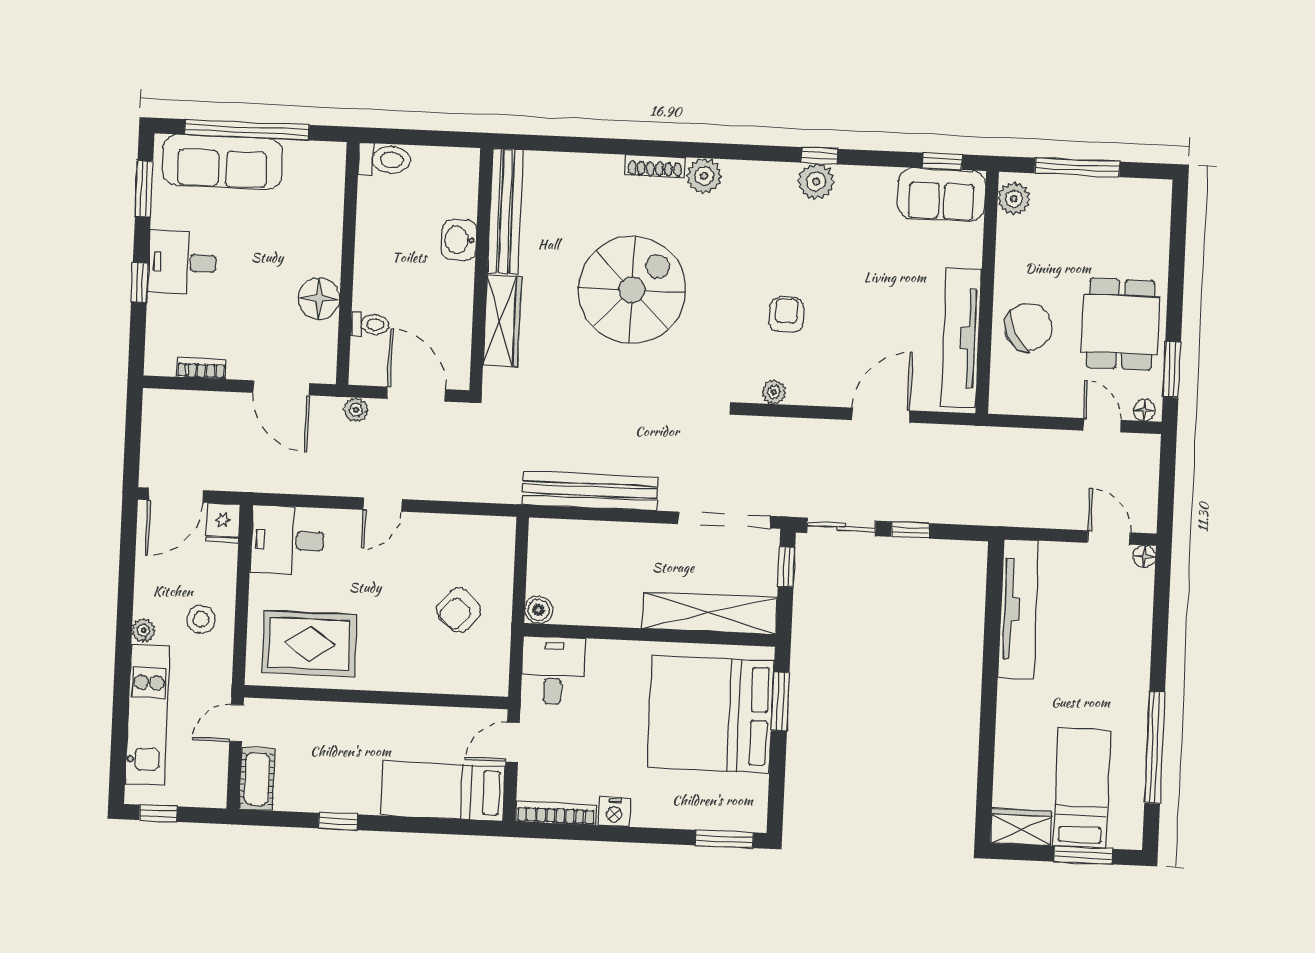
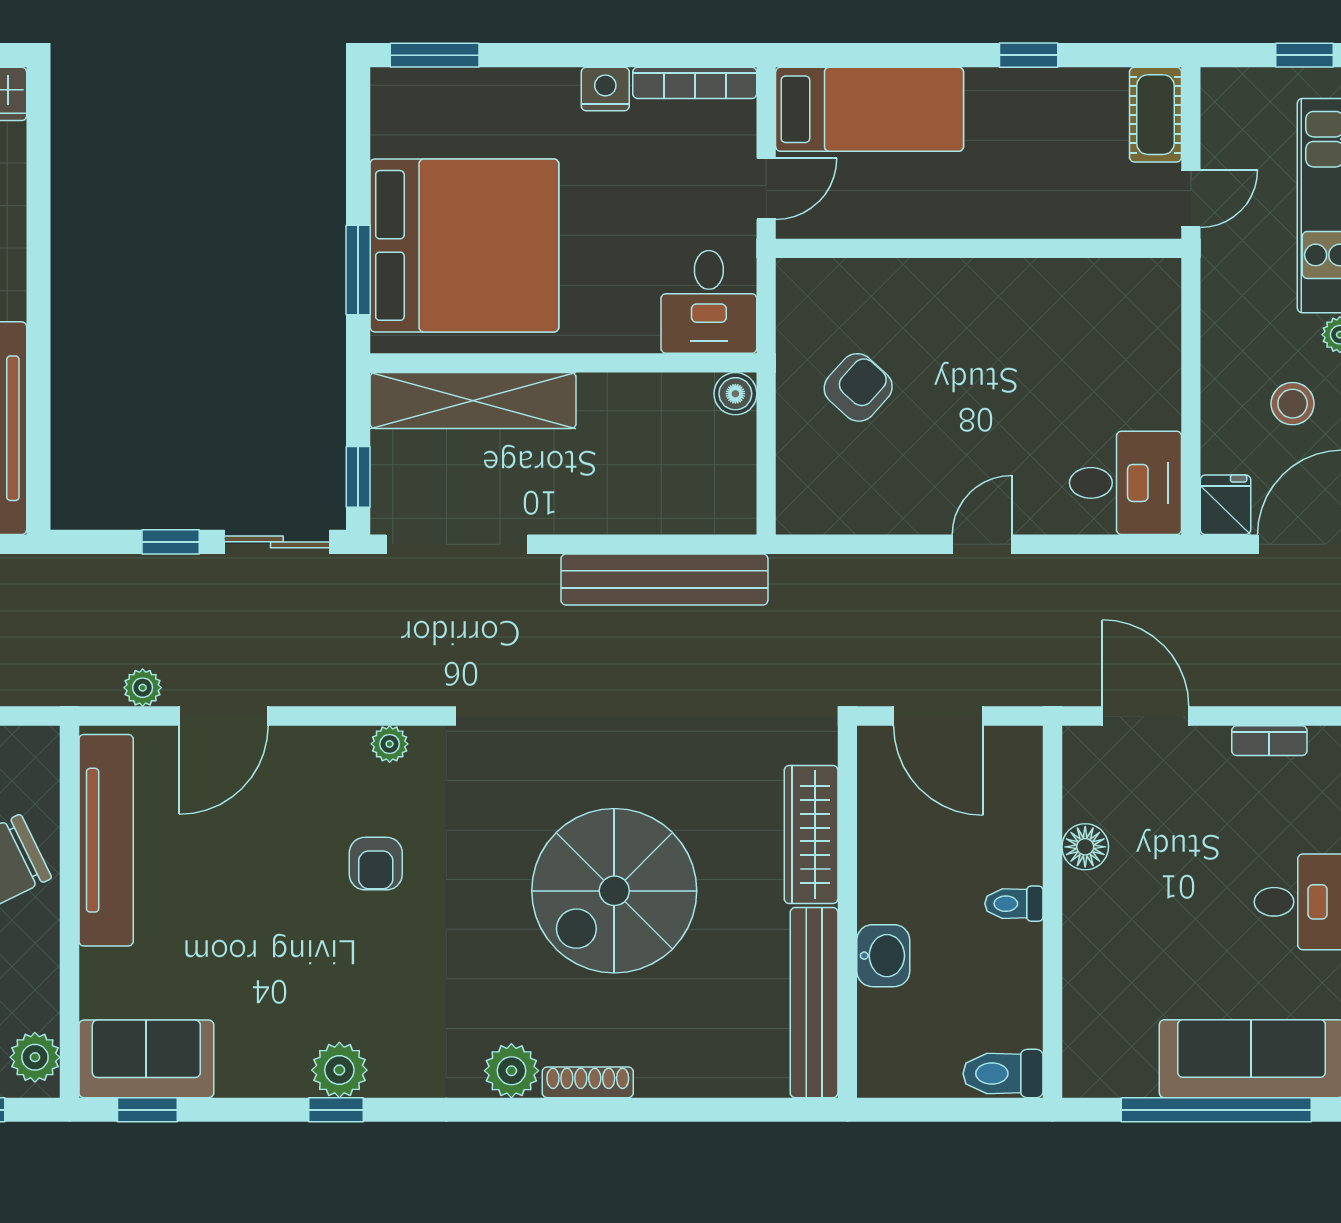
floor lamp: (319, 299) -> (1085, 847), width x0.73, depth x0.73
toilet: (370, 324) -> (1014, 904), moved
plant: (356, 410) -> (143, 688), moved
stool: (201, 619) -> (1293, 404), moved
rug: (309, 644) -> (1084, 326), removed

